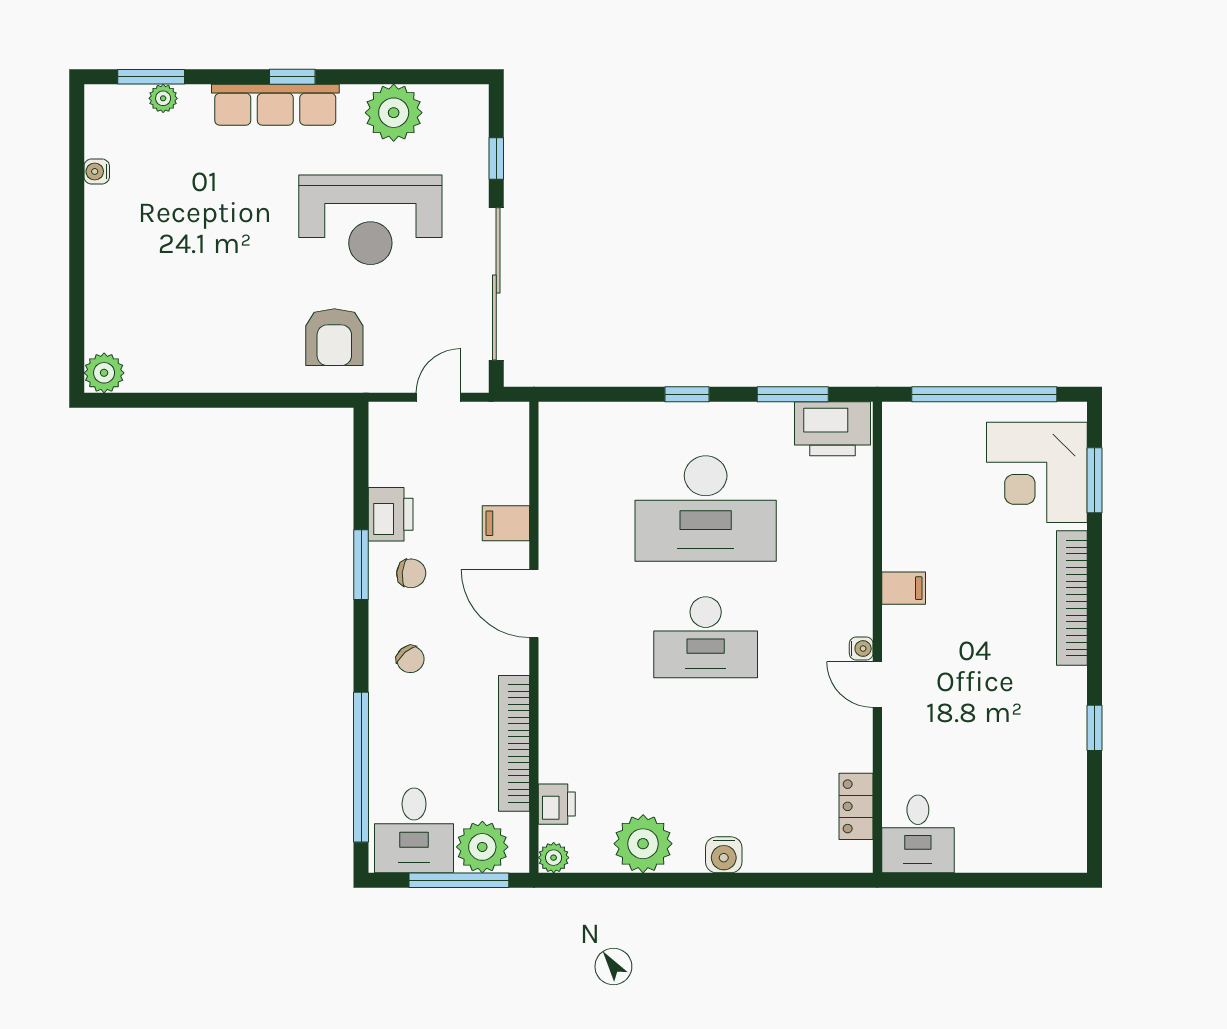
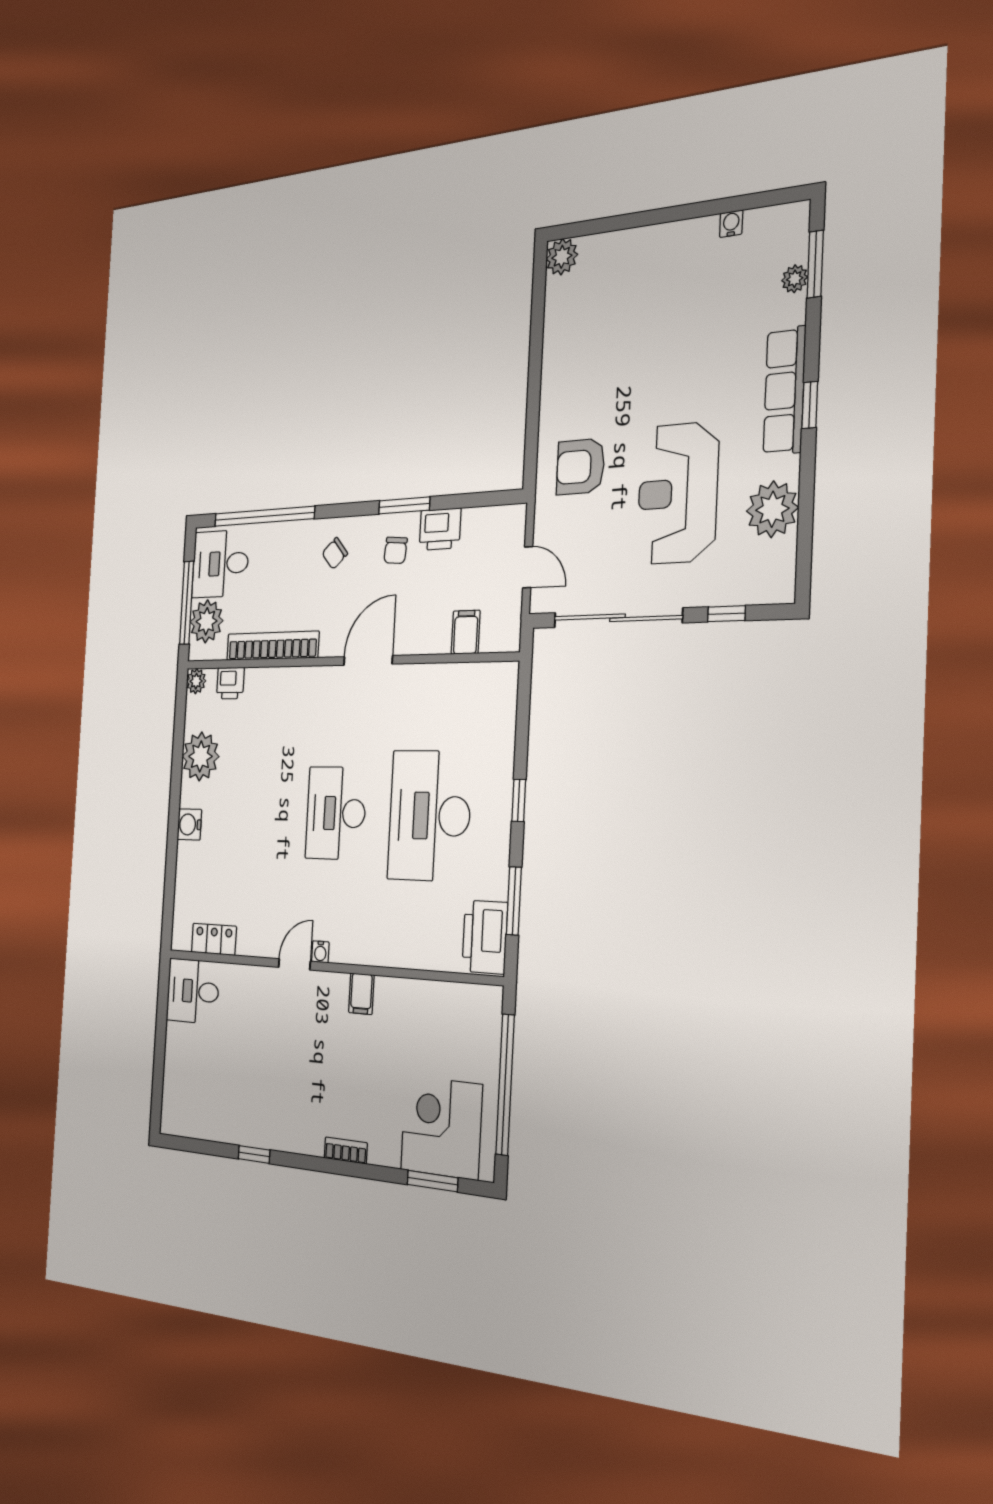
filing cabinet: (506, 523) -> (466, 632), moved
bookcase: (1072, 598) -> (346, 1150), width x0.43, depth x0.76

